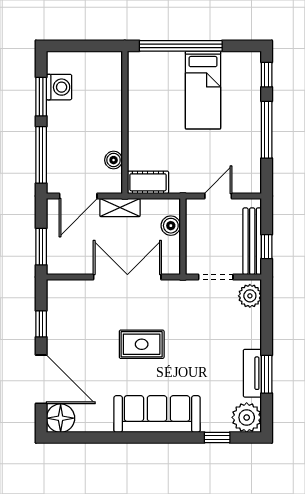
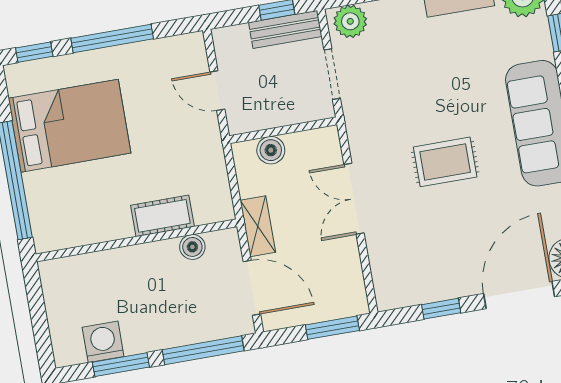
bed: (203, 90) -> (70, 126), width x1.50
cot: (148, 182) -> (162, 216), moved, turned 90
bench: (252, 241) -> (285, 29), width x0.73
double door: (127, 277) -> (354, 199), width x0.73
rug: (142, 344) -> (445, 162), turned 90

